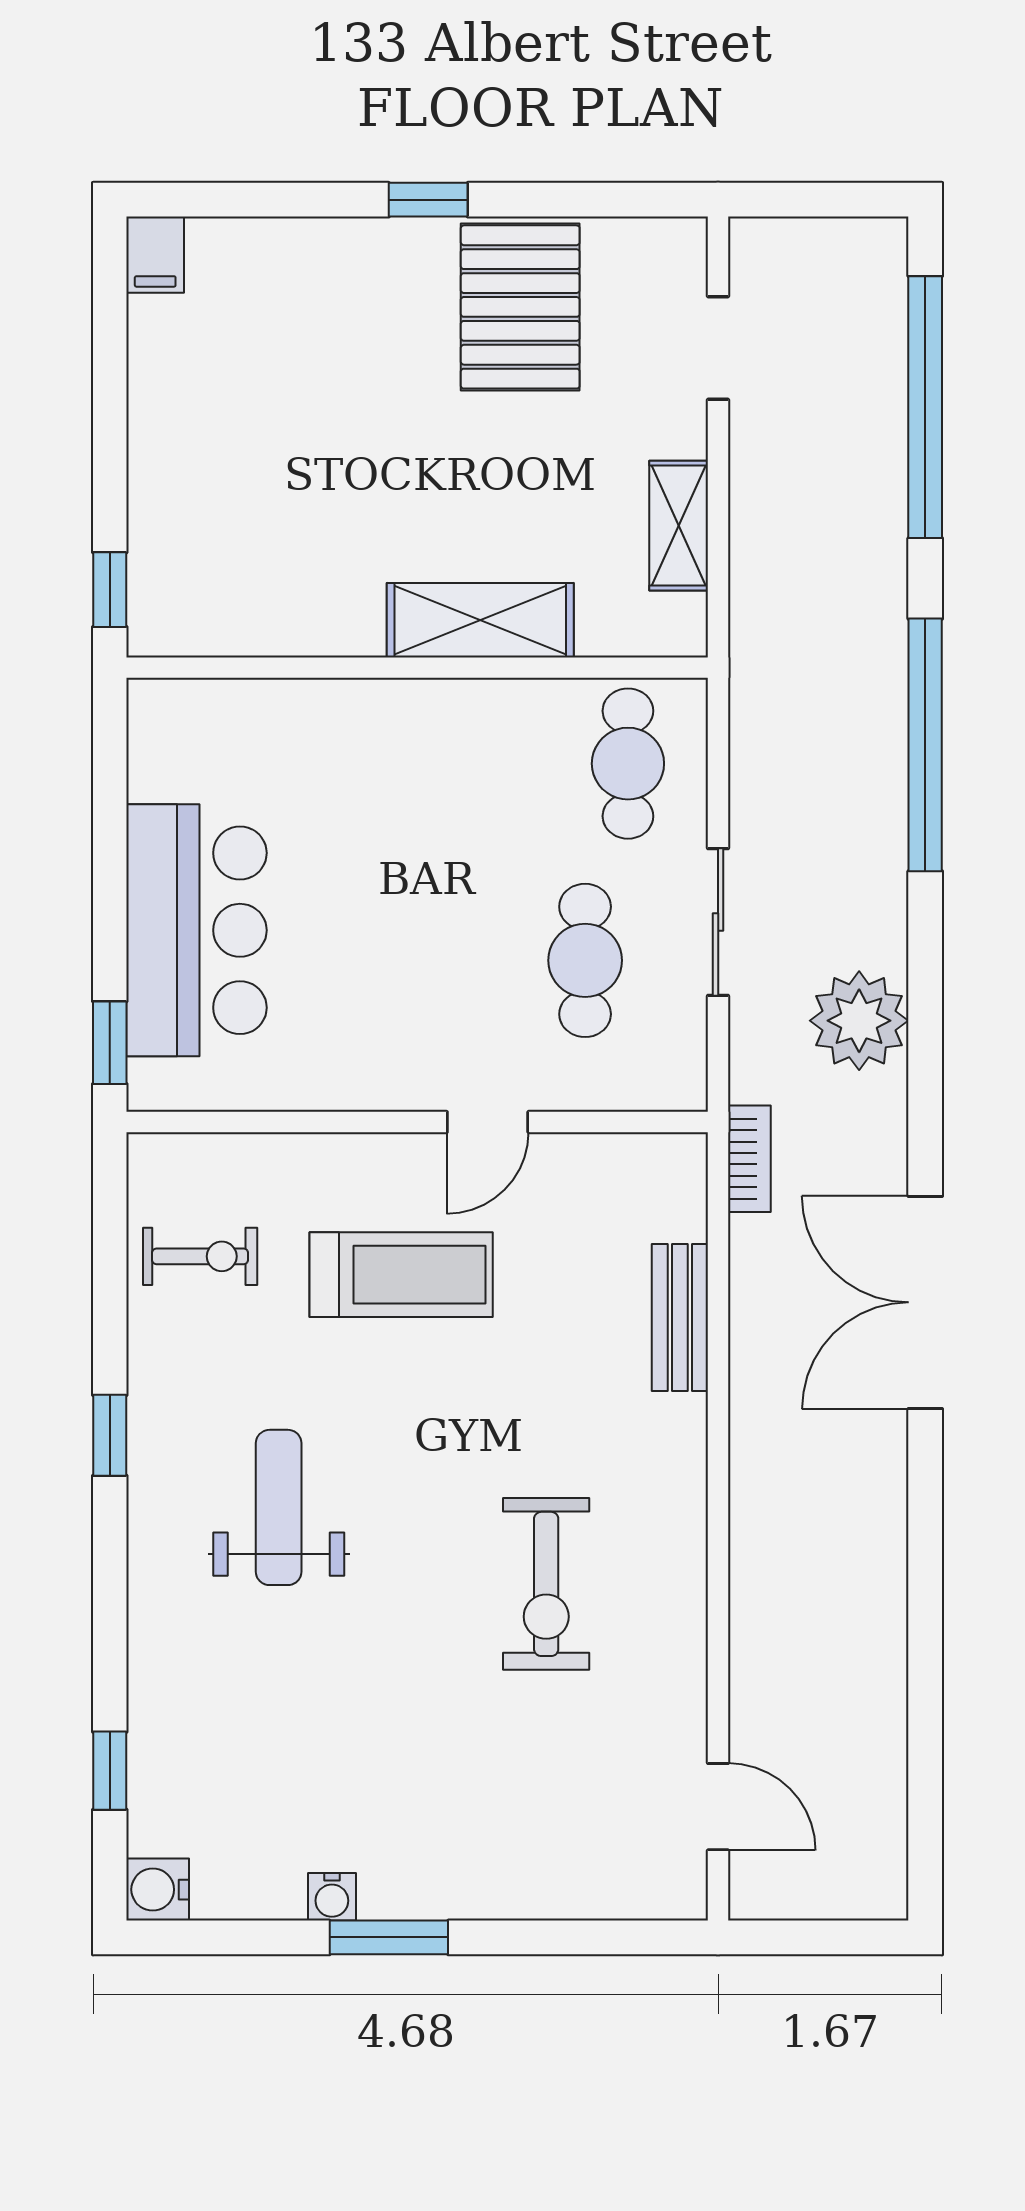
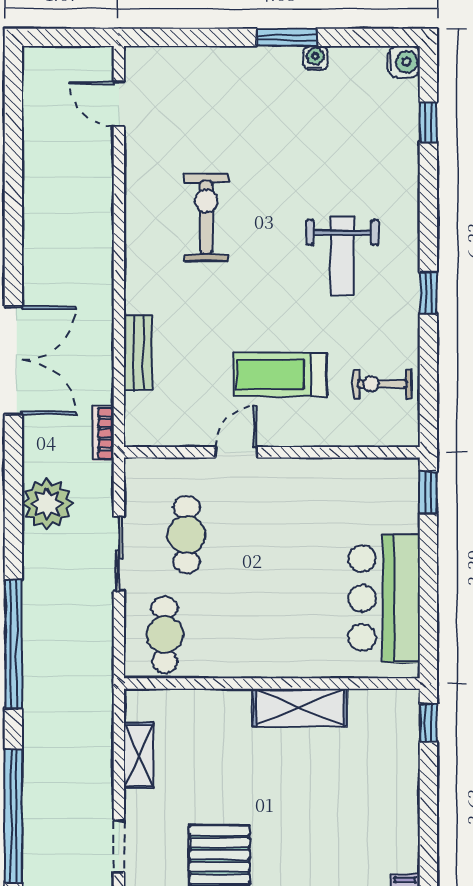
shelving: (480, 620) -> (300, 708), moved
bar counter: (197, 930) -> (384, 598), moved

